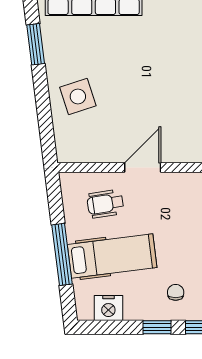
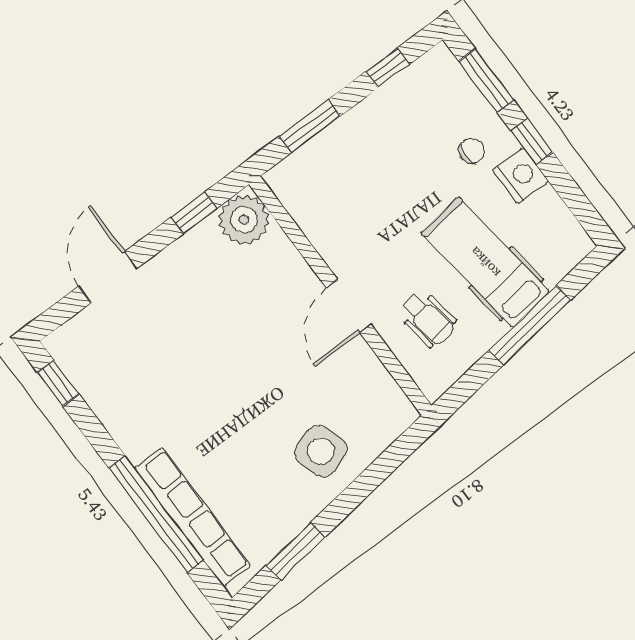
door: (143, 168) -> (349, 306), hinge flipped
chair: (176, 292) -> (472, 151), turned 180
nightstand: (108, 308) -> (520, 176), moved

